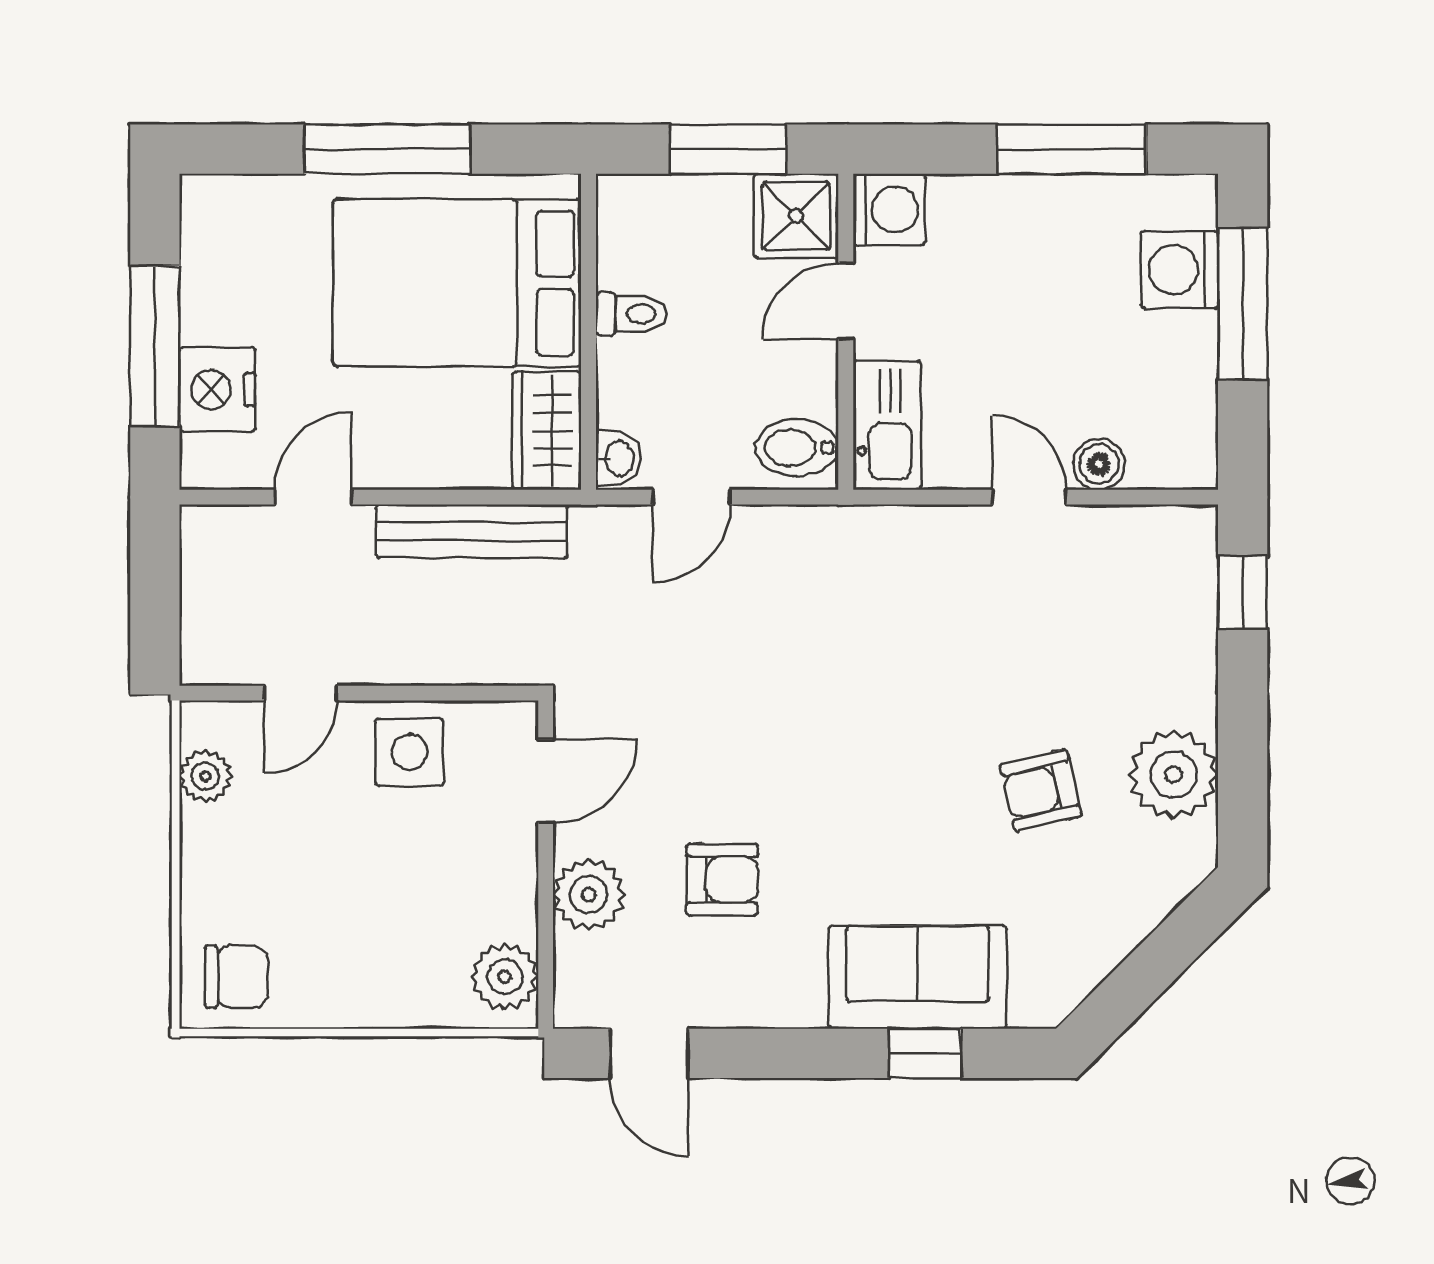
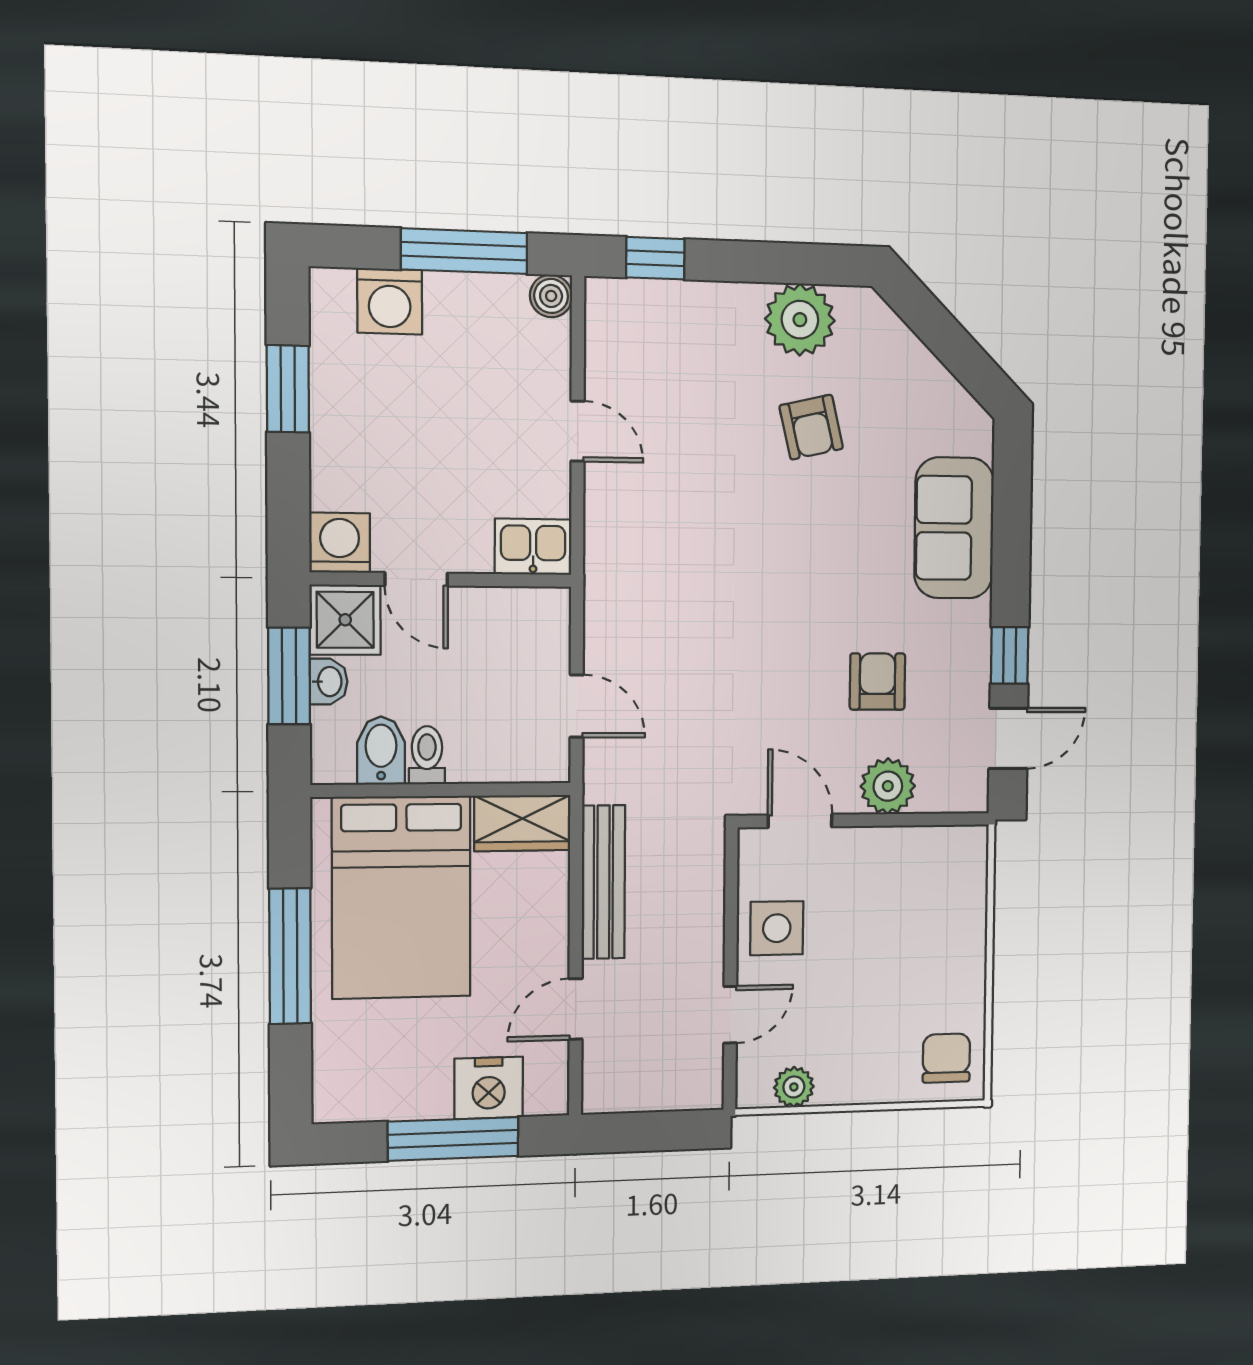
window: (1072, 149) -> (288, 389), width x0.69
window: (1243, 304) -> (464, 251), moved
kitchen sink: (887, 425) -> (533, 547), width x0.73
bidet: (797, 448) -> (381, 750), moved, turned 180
washbasin: (618, 458) -> (329, 682), moved, turned 90
boiler: (1099, 464) -> (551, 296), moved
door: (313, 497) -> (576, 1009), hinge flipped
door: (1029, 497) -> (578, 431), swing flipped
door: (300, 693) -> (730, 1015), hinge flipped
plant: (505, 977) -> (949, 851), removed
window: (925, 1053) -> (1010, 655), moved

